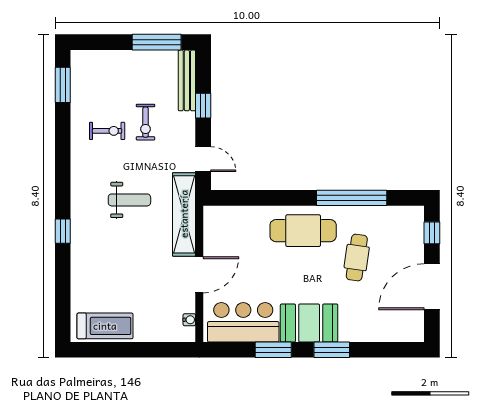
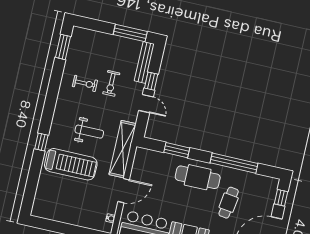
door: (203, 159) -> (146, 104), moved
window: (263, 198) -> (177, 150), added
treadmill: (105, 326) -> (71, 164), moved, width x1.37, depth x1.38

